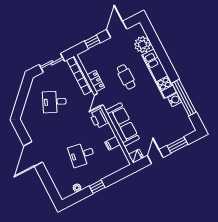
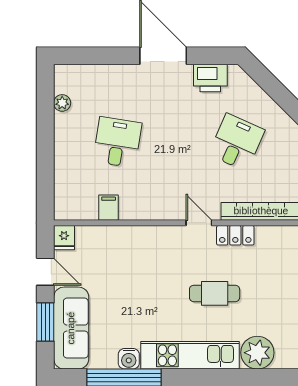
printer: (99, 118) -> (210, 78), moved, turned 180
sofa: (123, 124) -> (71, 328), moved, turned -90
window: (97, 187) -> (45, 140), removed

